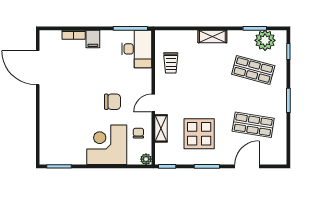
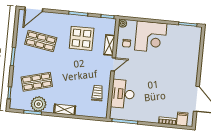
filing cabinet: (93, 39) -> (182, 119), moved
plant: (265, 40) -> (38, 104), moved
desk: (137, 49) -> (123, 94), moved
shop shelf: (253, 70) -> (37, 82), turned -30
chair: (113, 102) -> (143, 68), removed
door: (247, 166) -> (34, 9), moved

